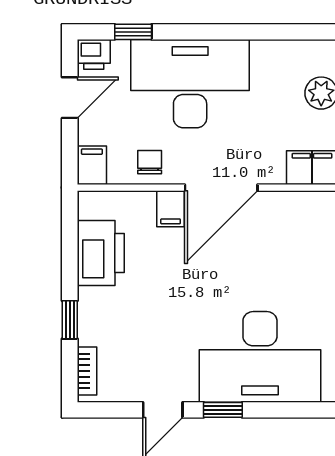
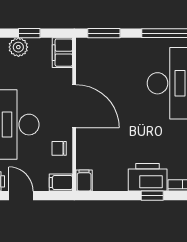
filing cabinet: (171, 209) -> (84, 180), moved, turned -90
printer: (101, 253) -> (148, 177), moved

